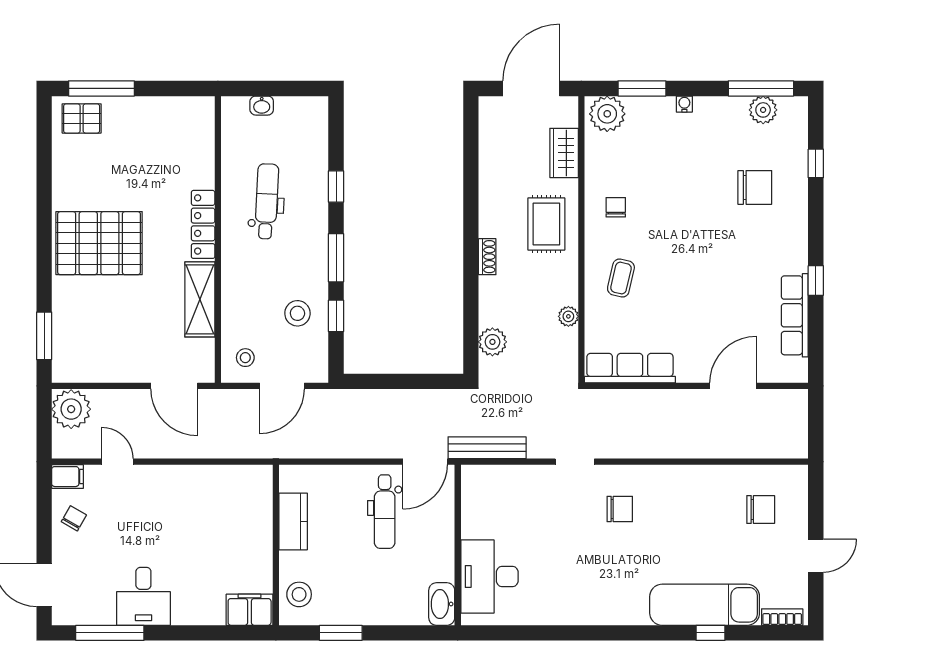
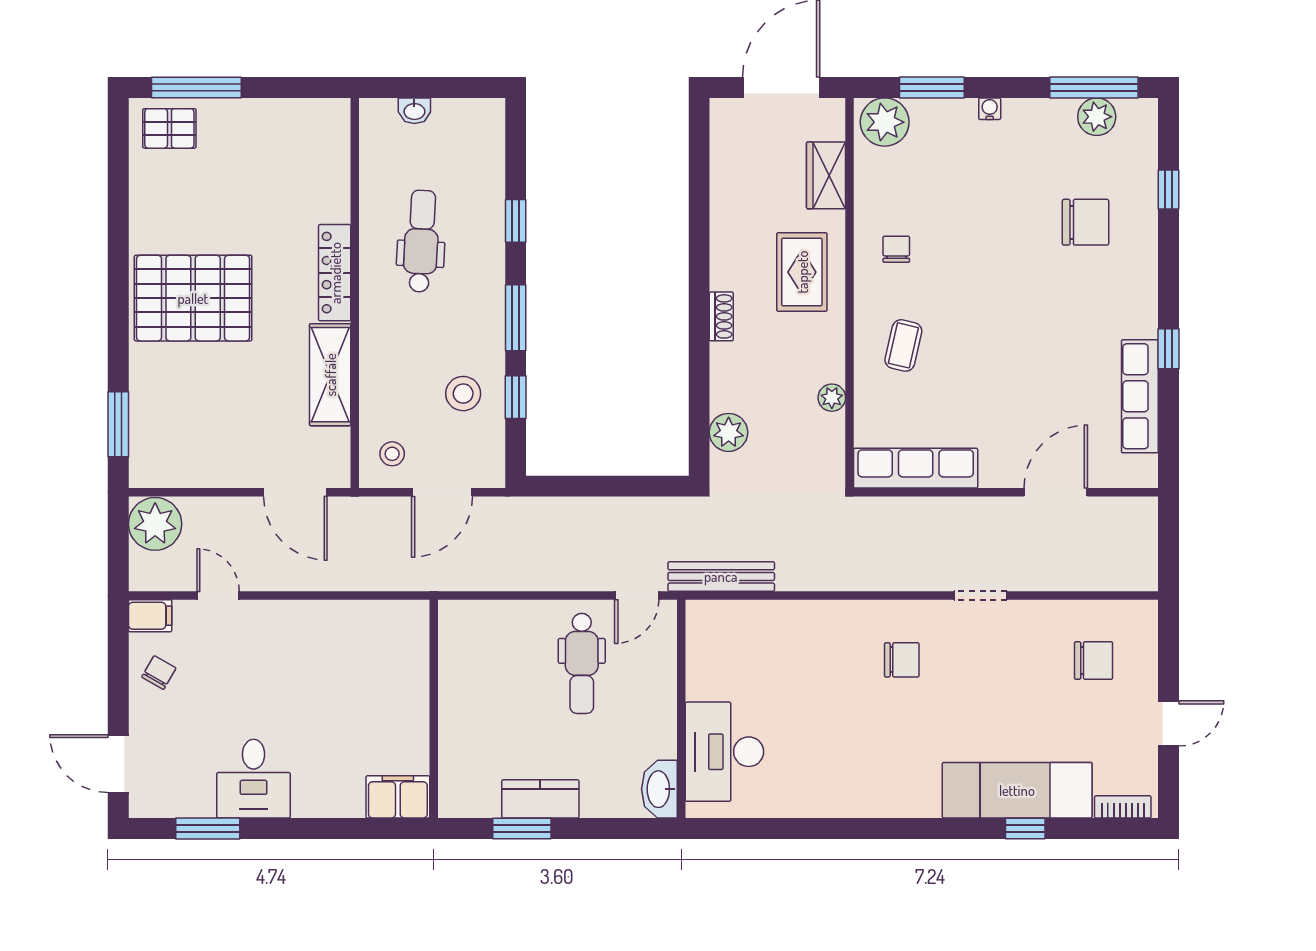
door: (425, 462) -> (637, 595), width x0.73
doorway: (575, 462) -> (980, 595), moved
kitchen counter: (293, 521) -> (540, 799), moved, turned -90
stool: (299, 594) -> (465, 776), removed
window: (110, 633) -> (208, 828), width x0.69

